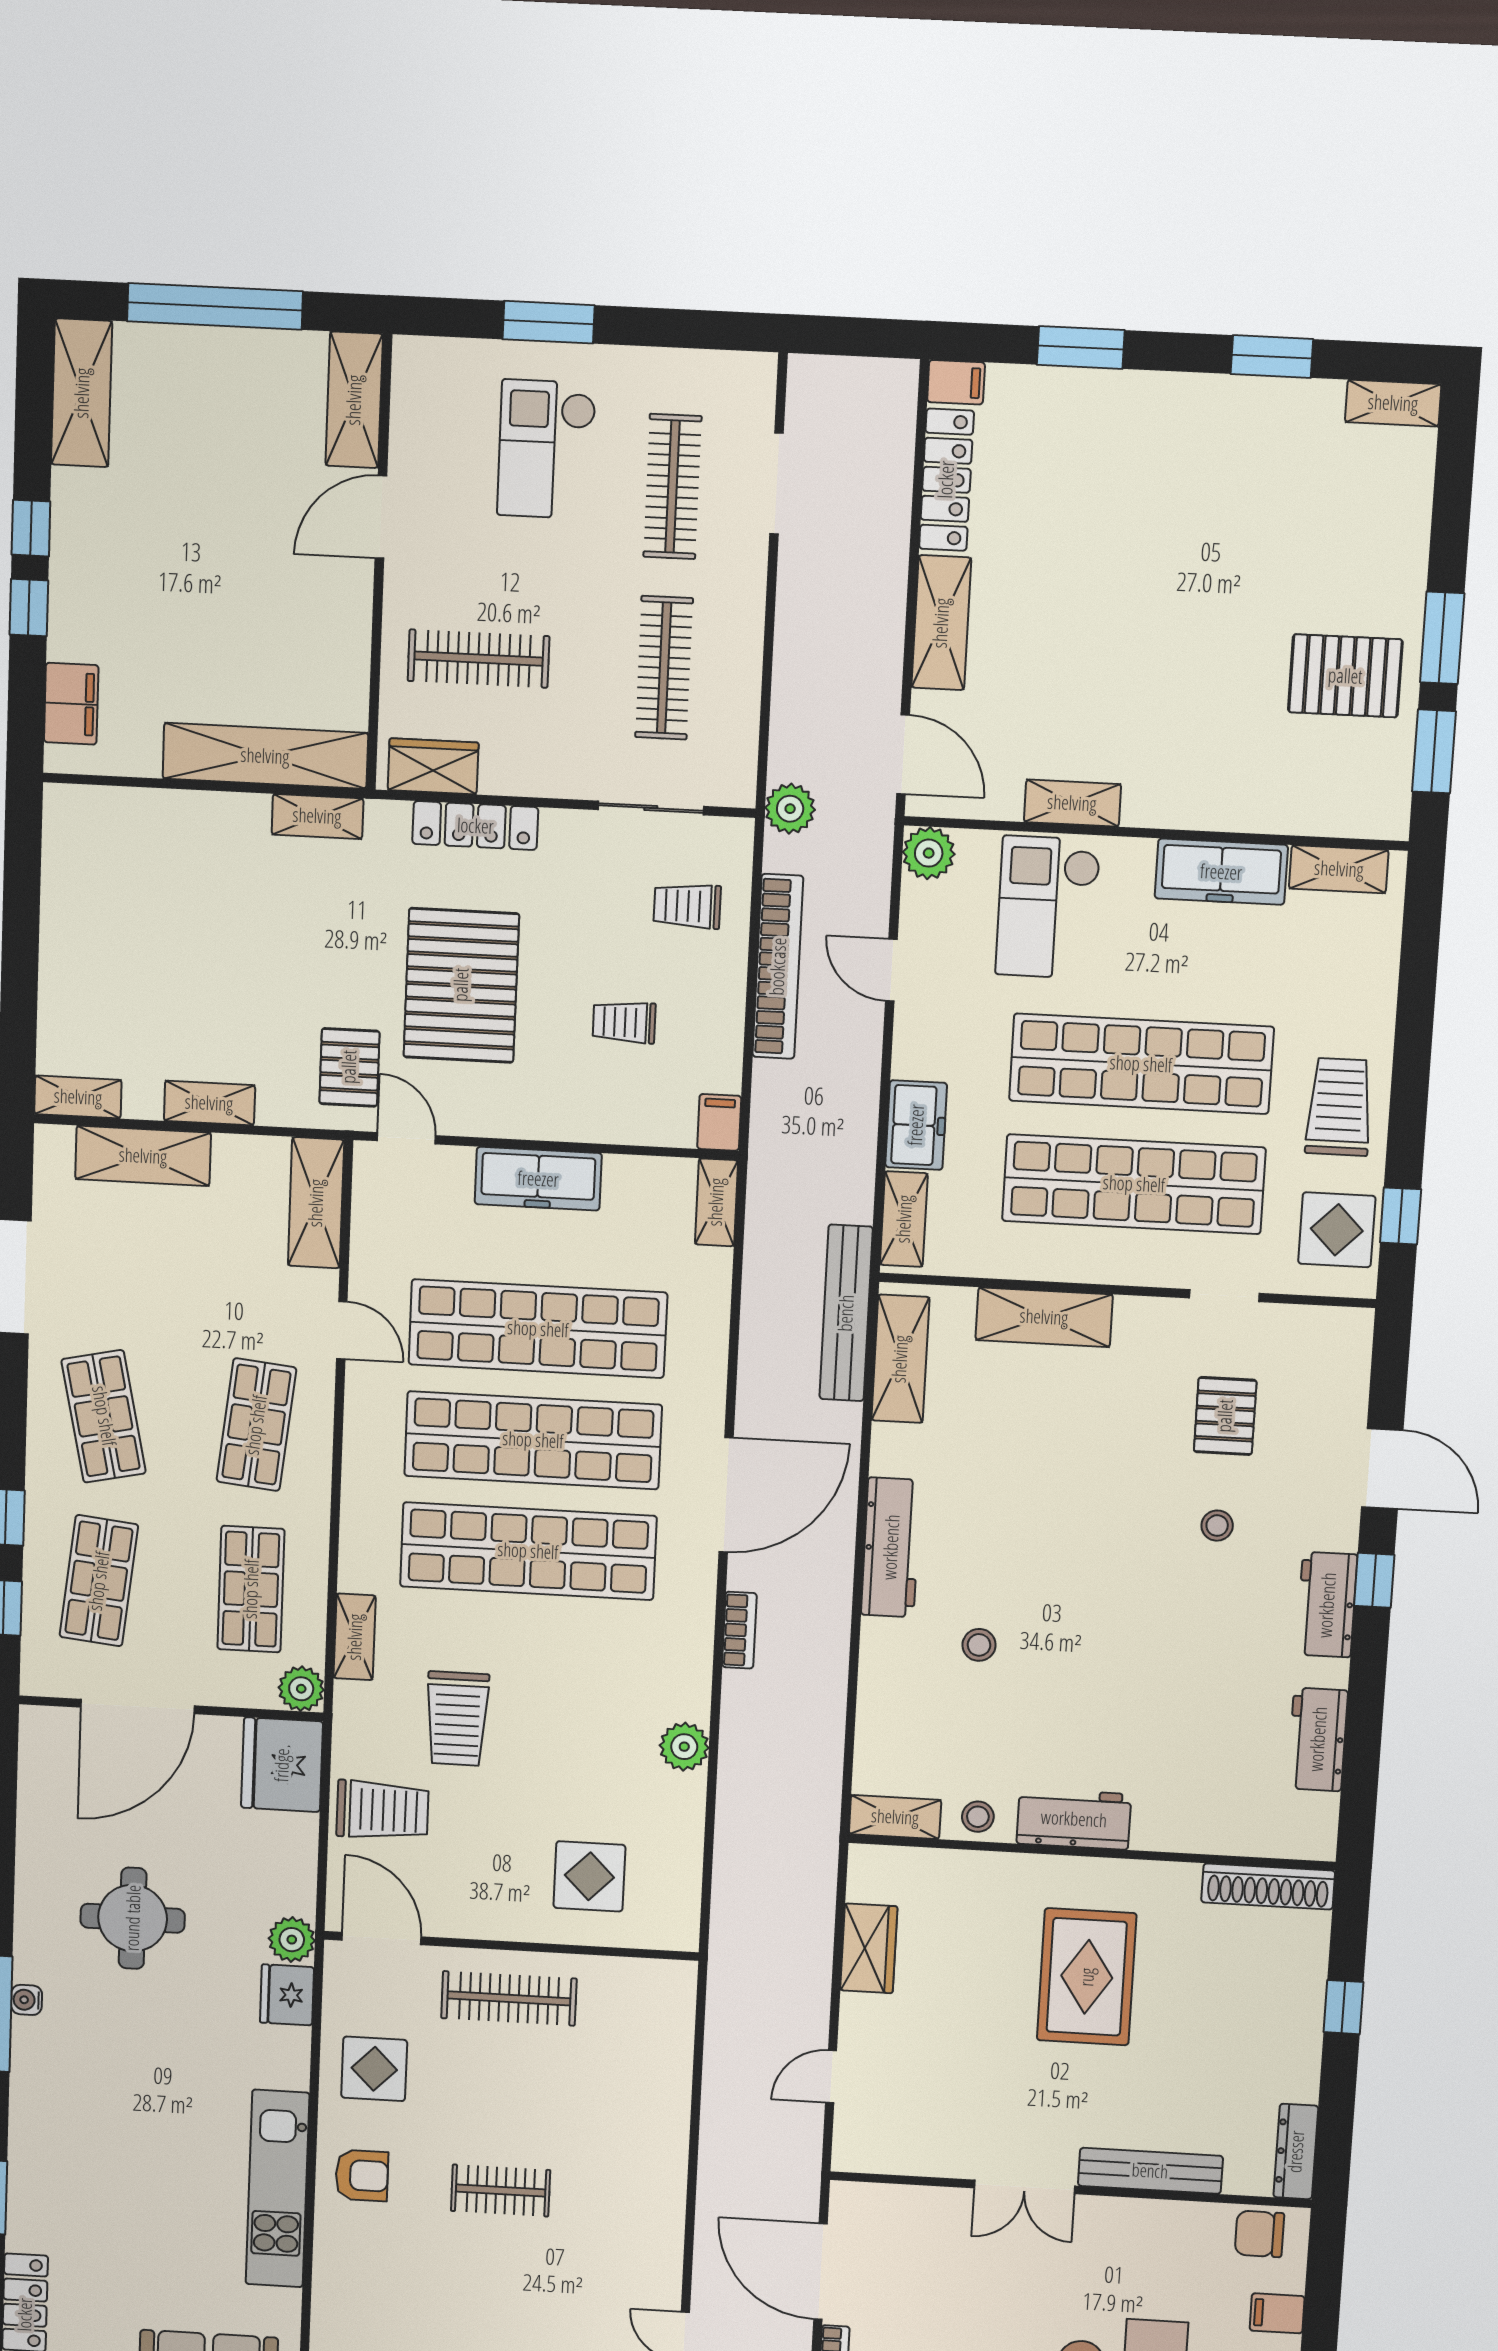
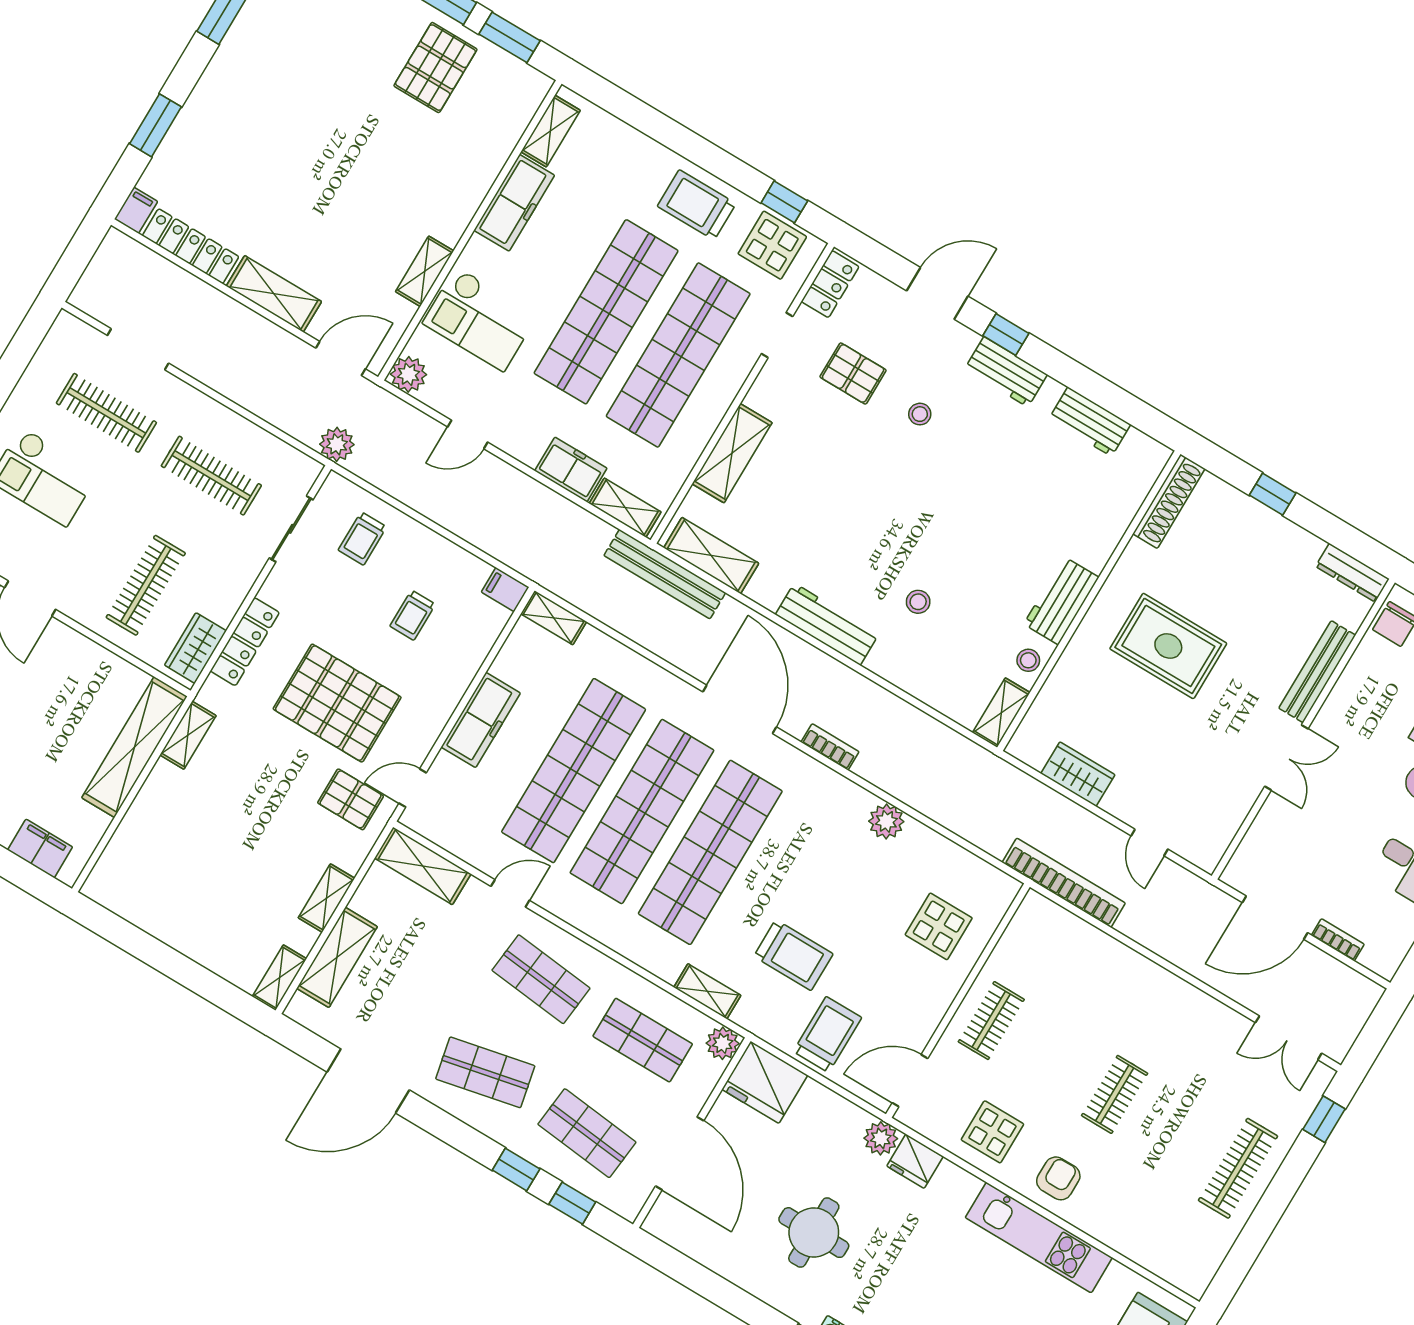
bookcase: (778, 967) -> (1064, 883), moved
locker: (1325, 1328) -> (830, 284), added
clothes rail: (509, 1998) -> (991, 1021), width x0.73

